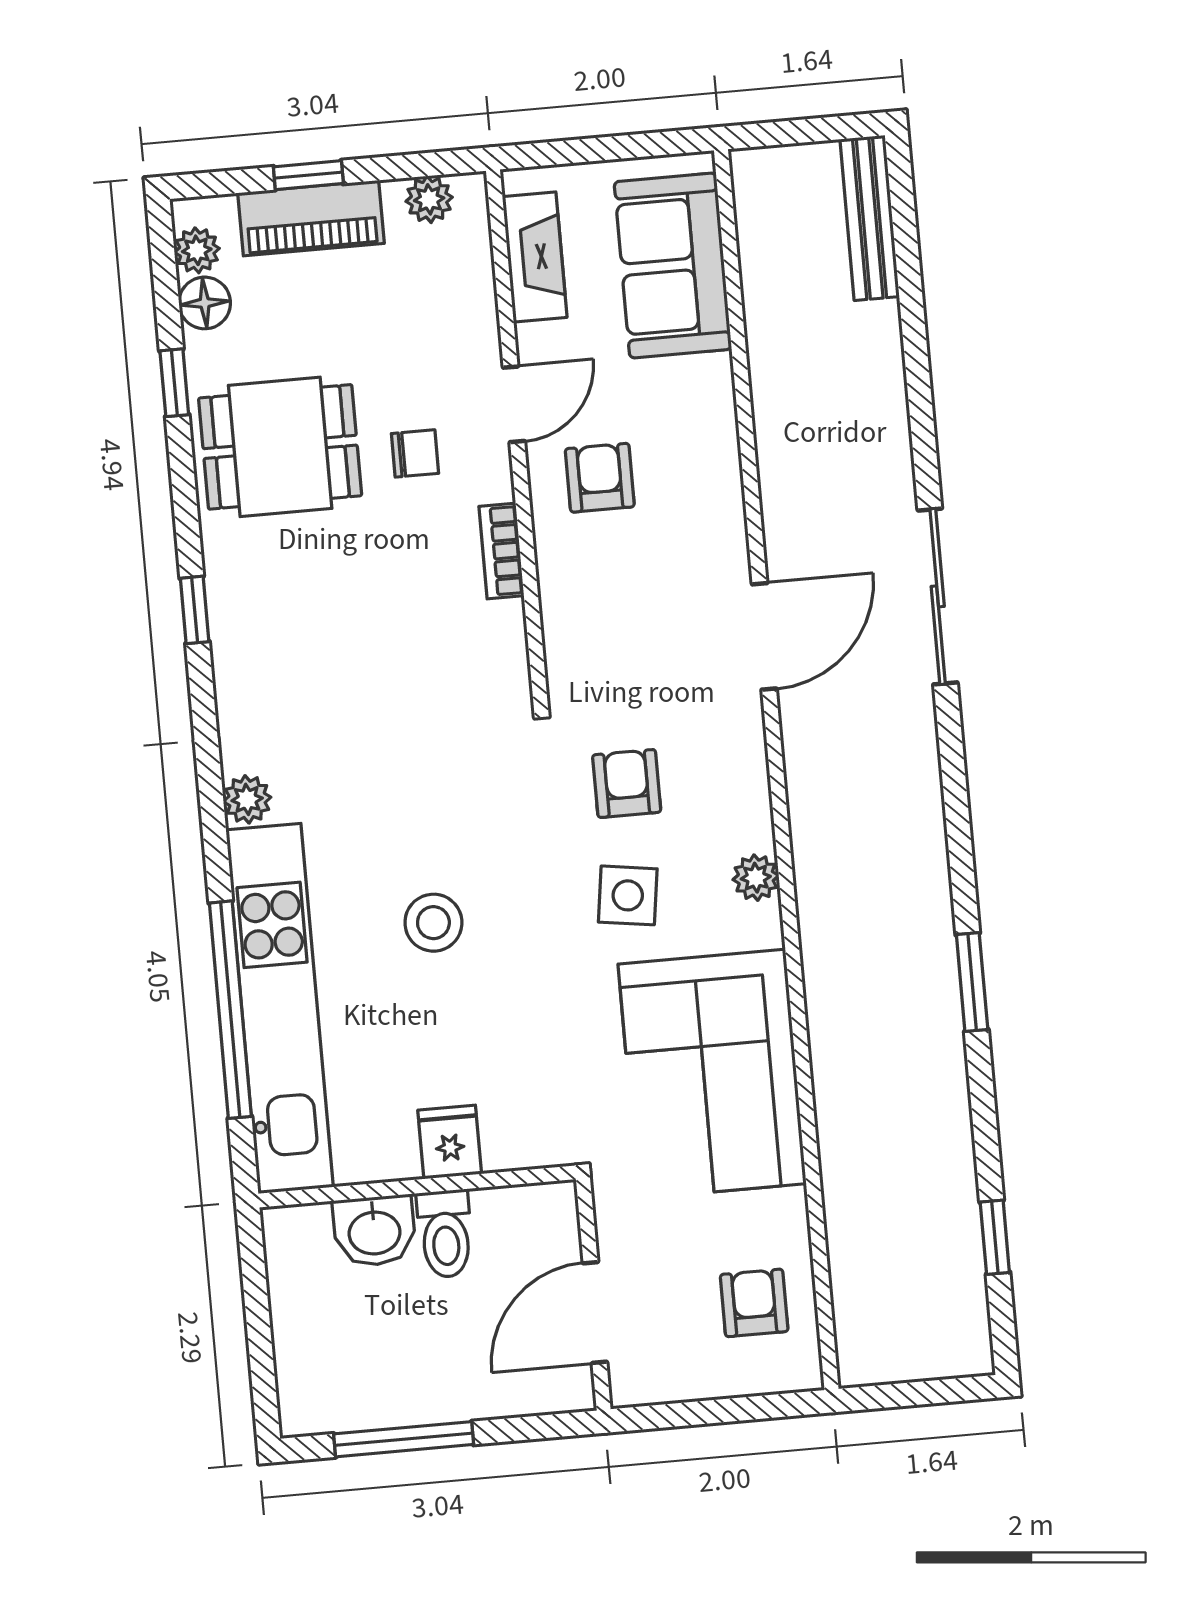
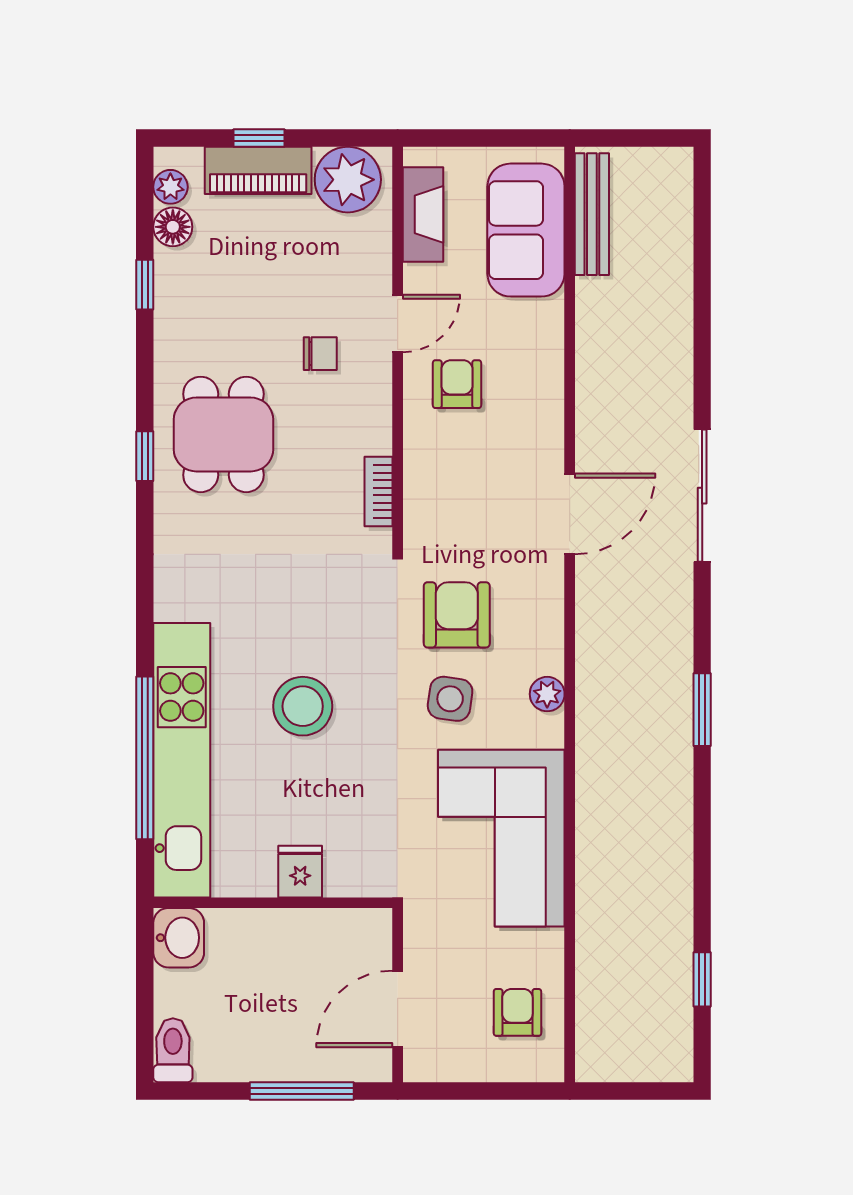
plant: (429, 199) -> (348, 180), width x1.88, depth x1.88
bench: (870, 218) -> (592, 214), moved
dining table: (280, 447) -> (223, 434), moved, turned 90
bookcase: (501, 551) -> (378, 492), moved
armchair: (627, 783) -> (457, 615), width x1.38, depth x1.38
plant: (247, 799) -> (171, 601), removed
stool: (433, 923) -> (303, 706), width x1.38, depth x1.38
window: (972, 982) -> (702, 710), moved
washbasin: (374, 1231) -> (179, 938), moved, turned -90
toilet: (445, 1234) -> (173, 1050), moved, turned 180
window: (404, 1439) -> (302, 1091), moved

